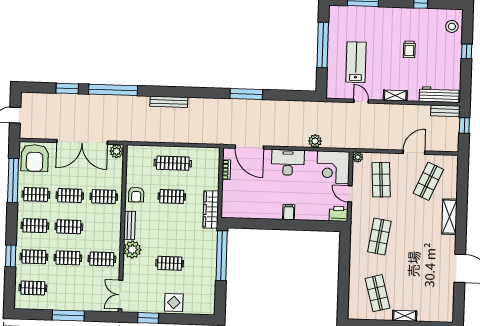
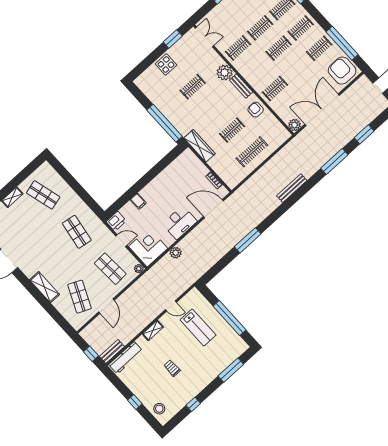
window: (113, 90) -> (334, 161), width x0.68
clothes rail: (70, 196) -> (297, 68), removed
filing cabinet: (289, 212) -> (138, 201), moved

